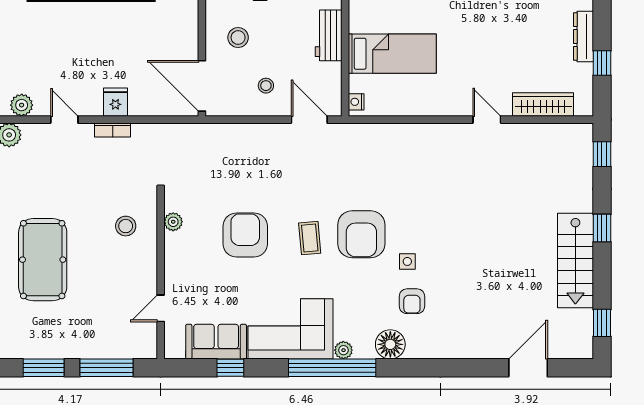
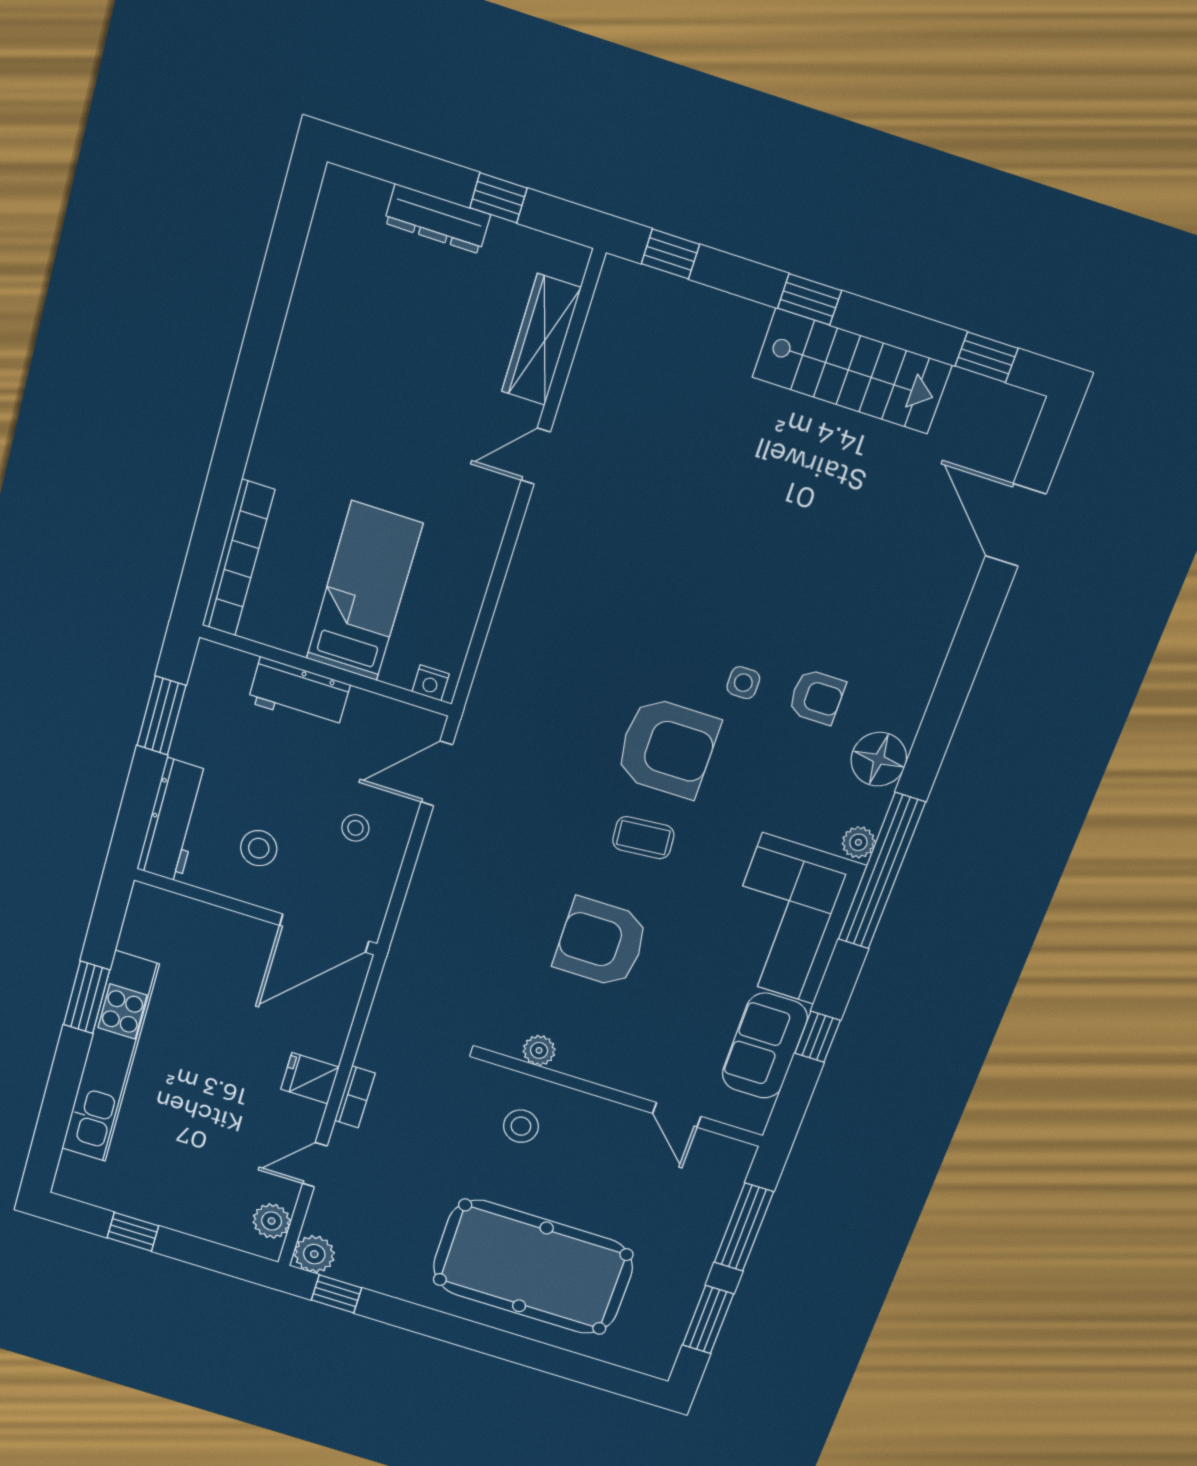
pool table: (43, 260) -> (533, 1267), width x1.36, depth x1.32

